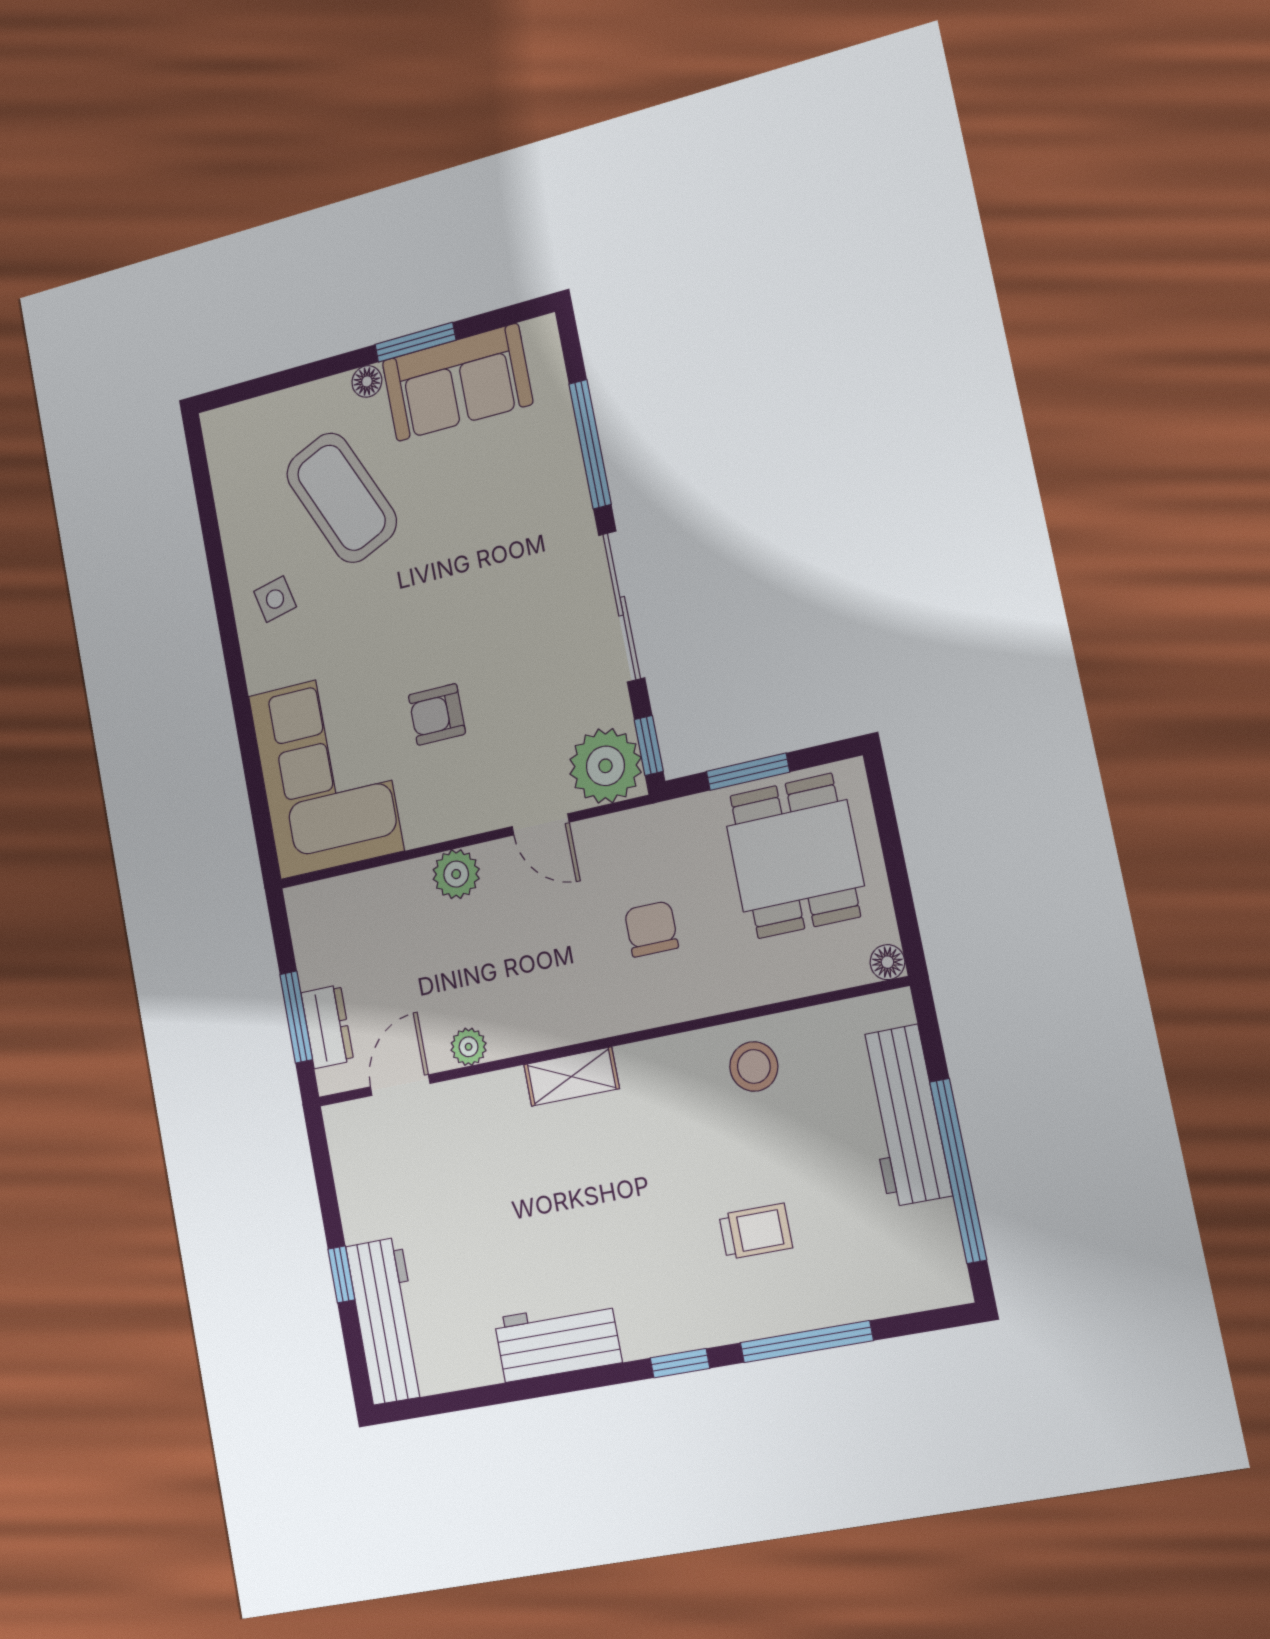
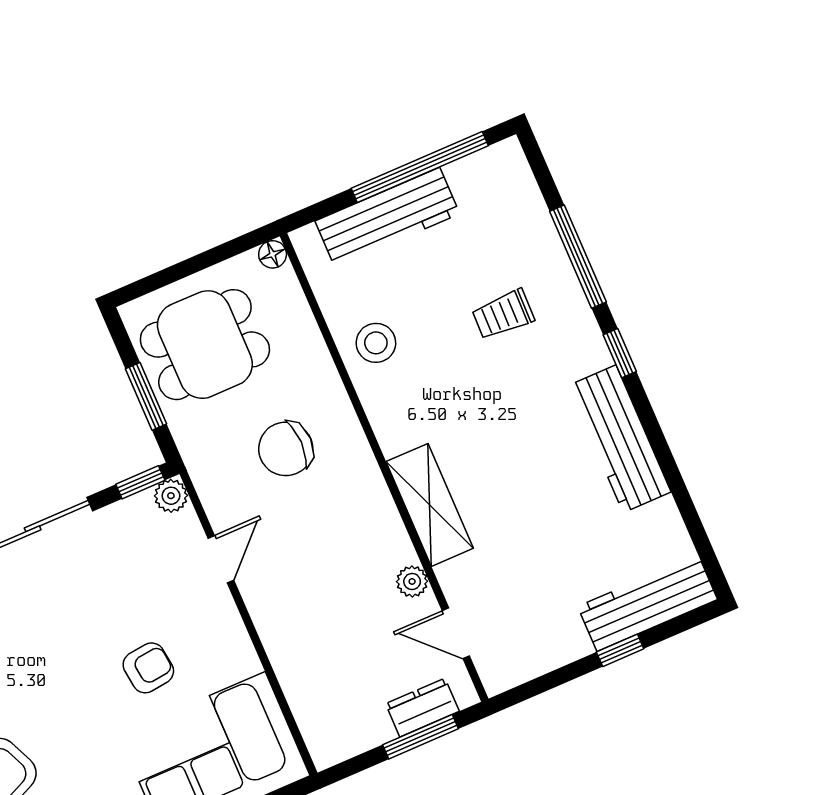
armchair: (437, 714) -> (148, 668), turned -97
plant: (605, 766) -> (171, 496), width x0.53, depth x0.53
plant: (456, 874) -> (275, 623), removed
chair: (651, 929) -> (286, 449), width x1.37, depth x1.37
shelving: (572, 1077) -> (430, 505), width x1.50, depth x1.33
trolley: (756, 1231) -> (503, 314), turned -89
workbench: (558, 1340) -> (620, 439), width x1.38

